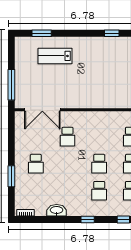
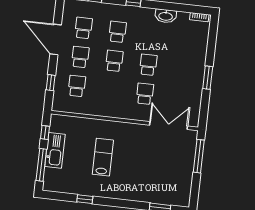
lab bench: (55, 56) -> (103, 157), moved, turned -90
school desk: (36, 164) -> (148, 65), moved
window: (11, 176) -> (208, 78), moved

